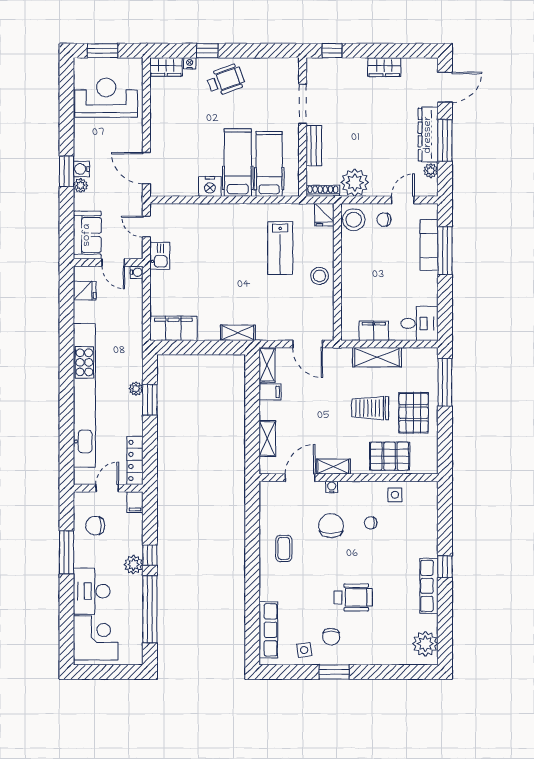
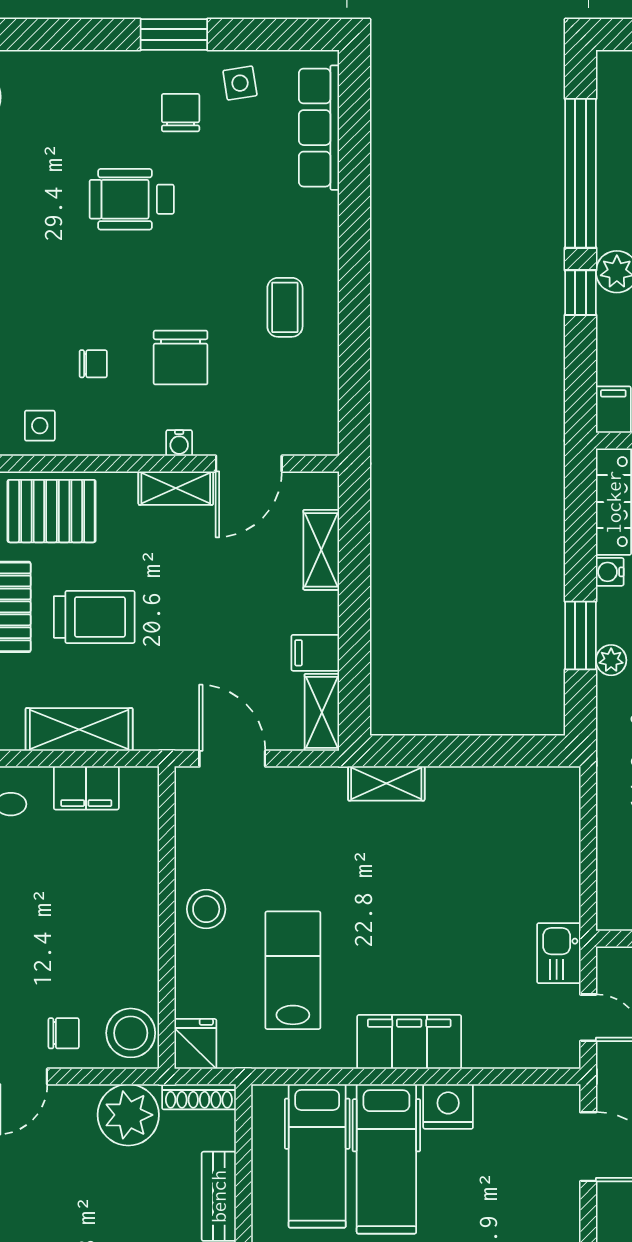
water cooler: (137, 272) -> (610, 572), moved
filing cabinet: (173, 328) -> (409, 1042), moved, turned 180

